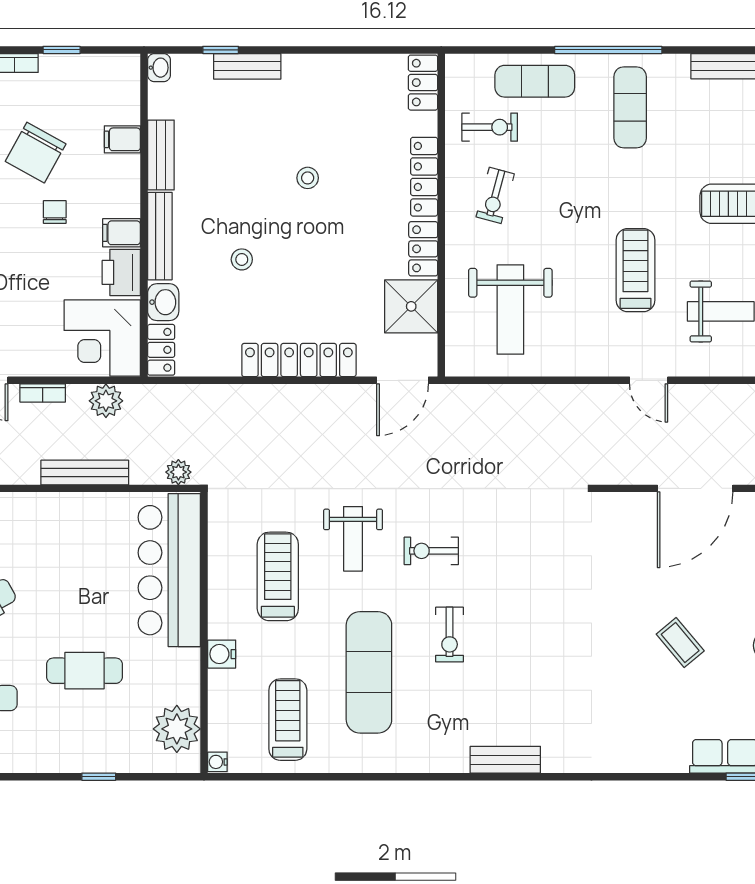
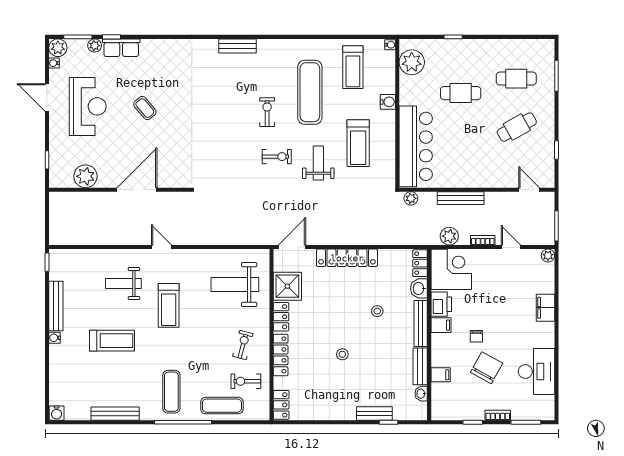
washbasin: (159, 68) -> (421, 394), moved
weight bench: (510, 310) -> (235, 285), turned -90

